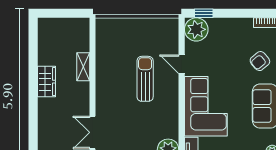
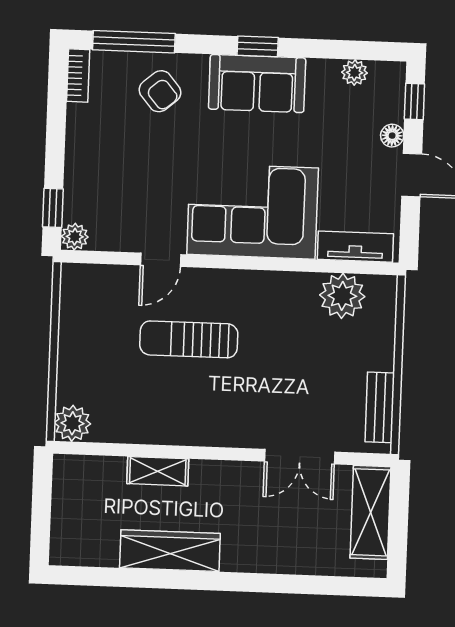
plant: (104, 26) -> (72, 423), added
plant: (196, 29) -> (75, 237), width x0.53, depth x0.53
wardrobe: (47, 82) -> (170, 551), width x1.50

